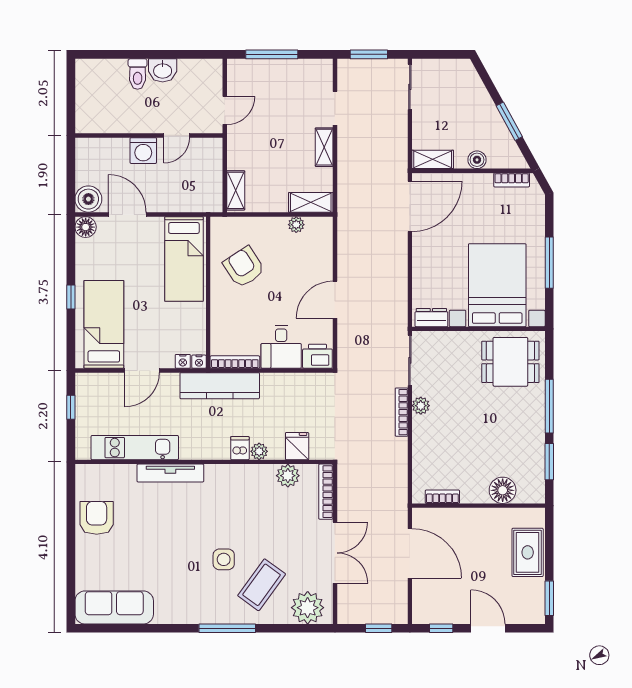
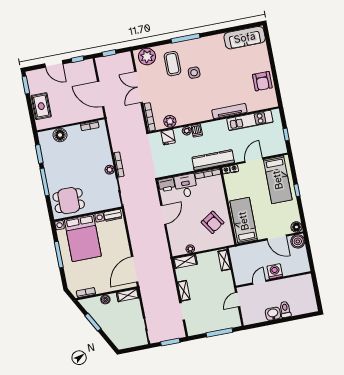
coffee table: (262, 585) -> (172, 64), turned -36

